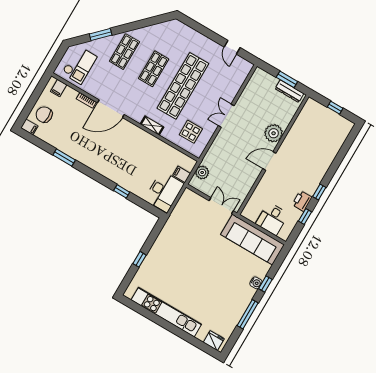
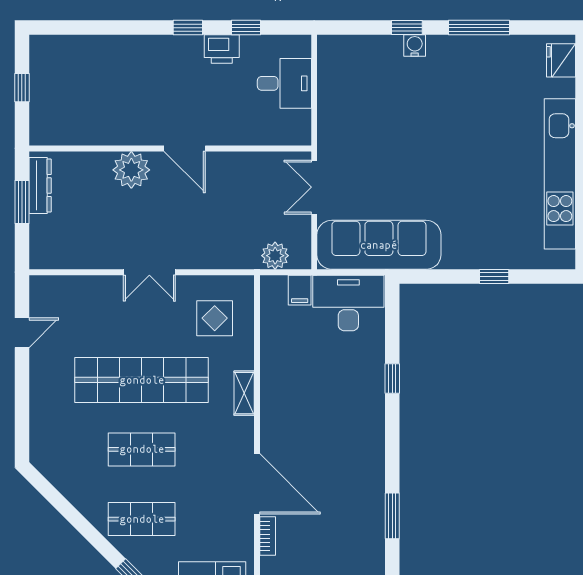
sofa: (253, 240) -> (379, 245), moved, turned -90

